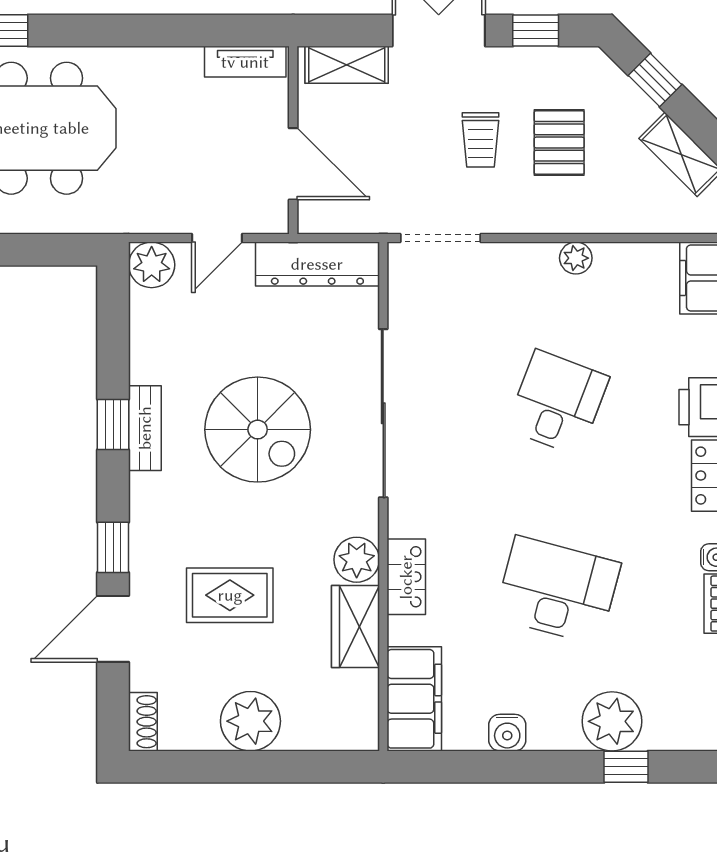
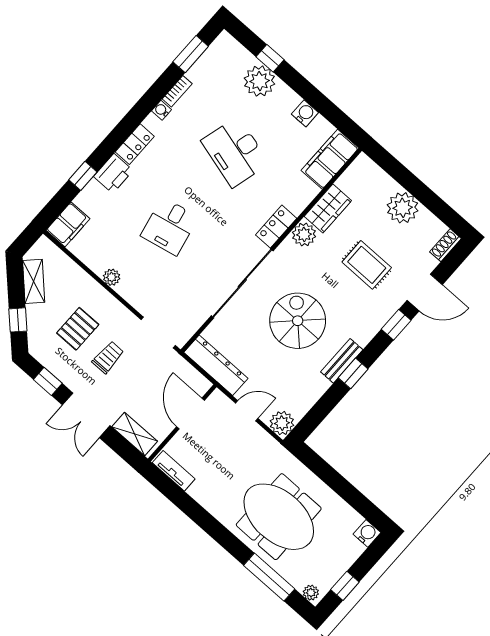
desk: (557, 403) -> (170, 226), turned -33
locker: (406, 577) -> (276, 227), moved

